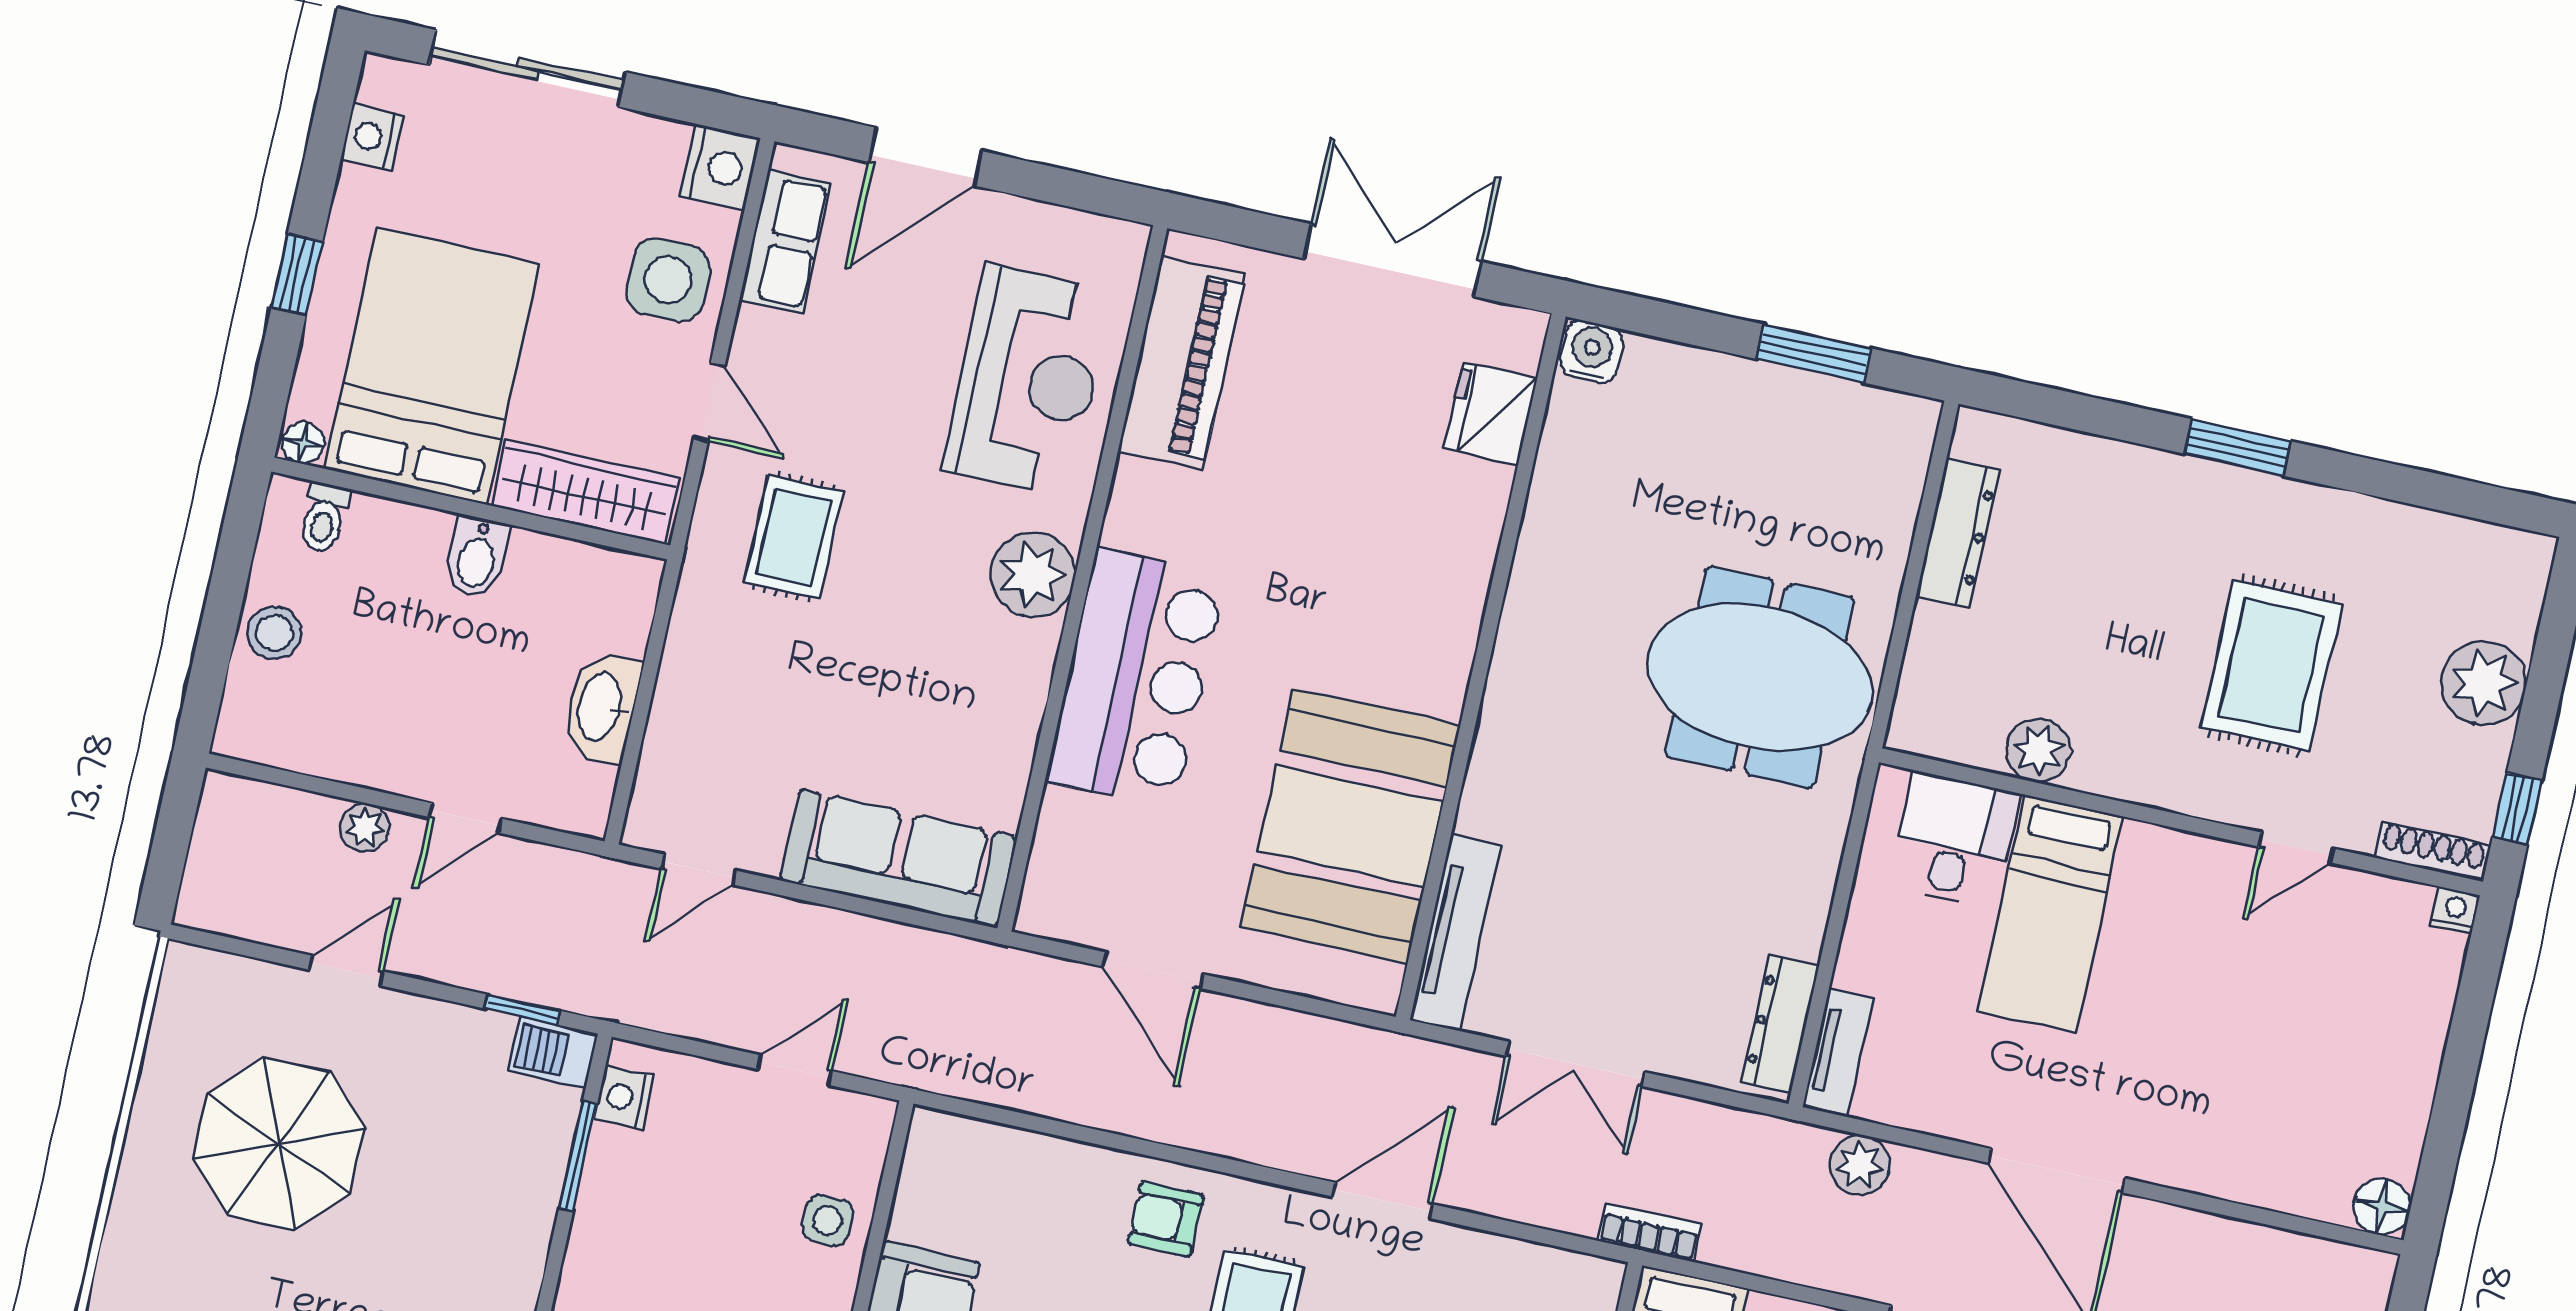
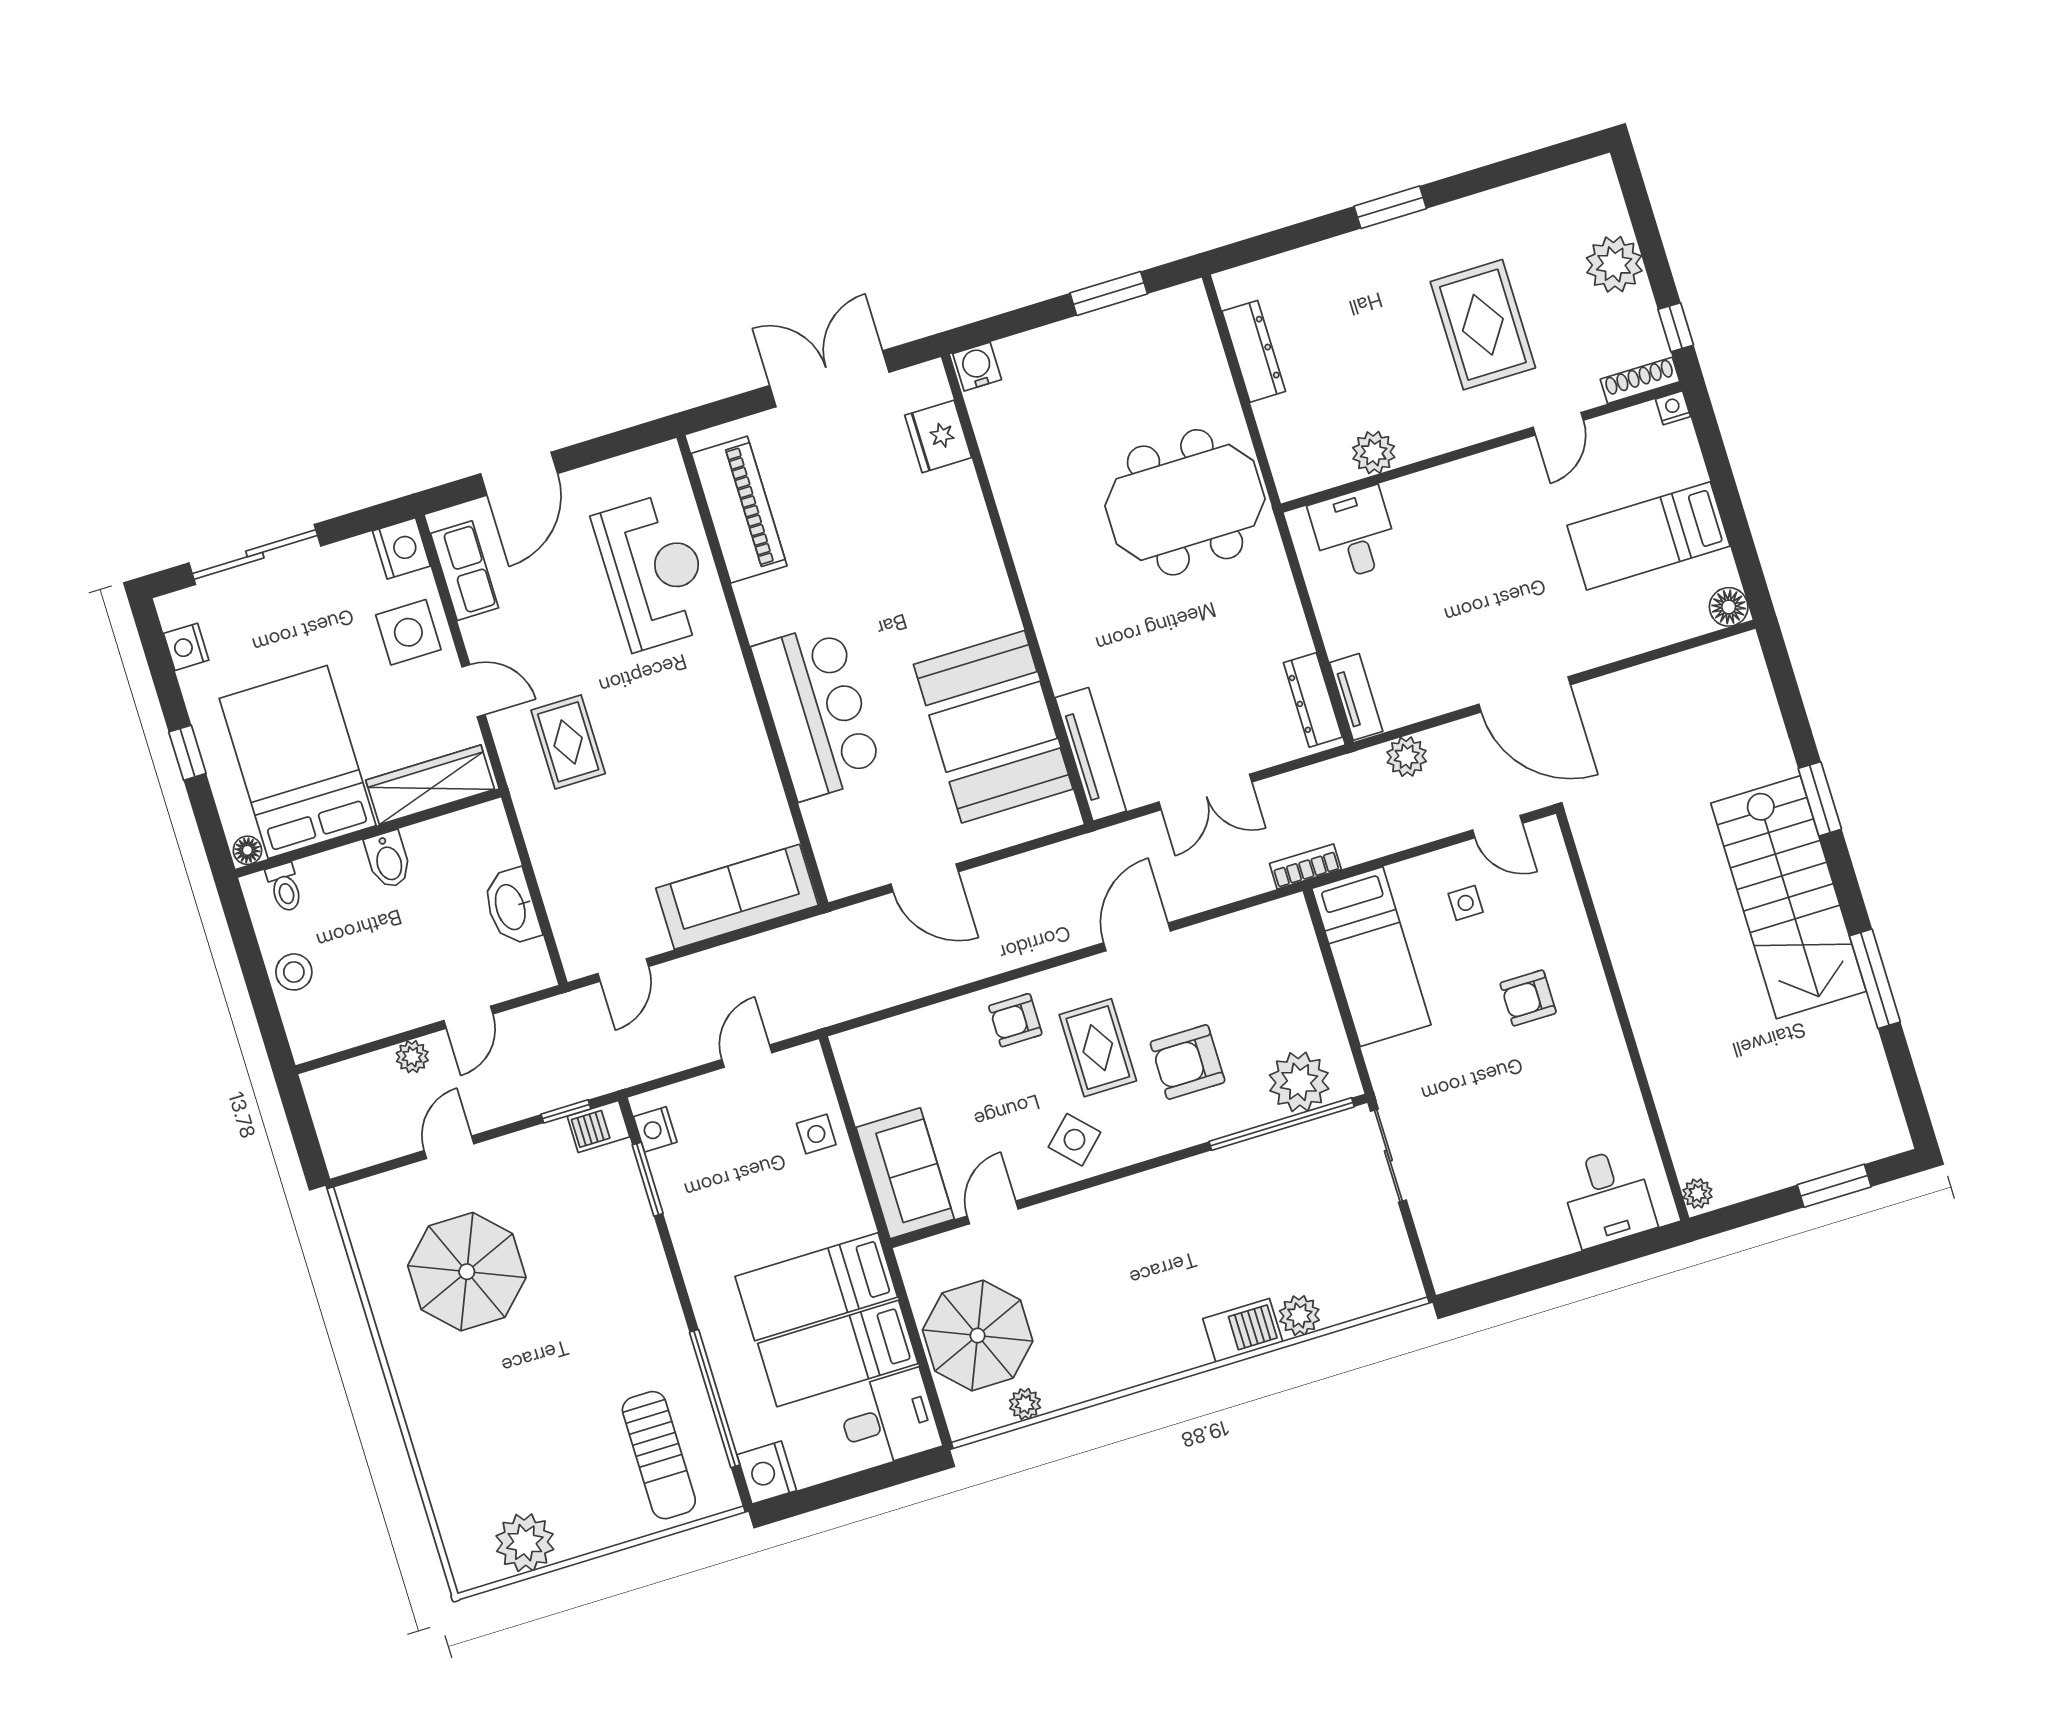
plant: (1033, 575) -> (722, 685), removed
bed: (2050, 914) -> (1649, 536), moved, turned 90

